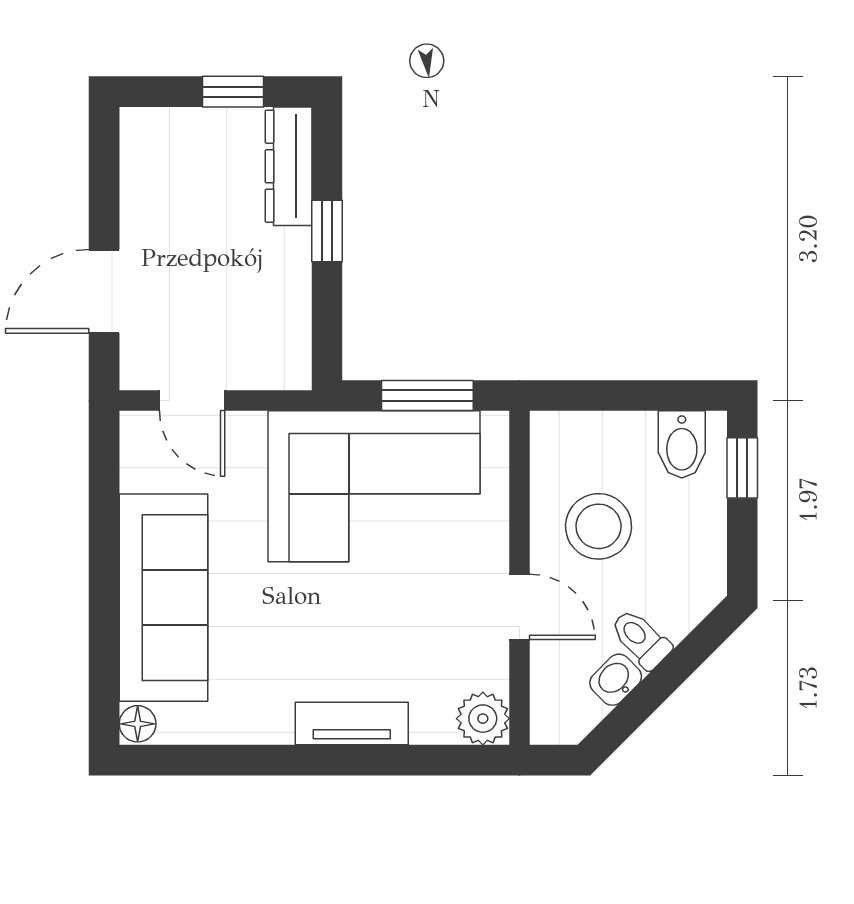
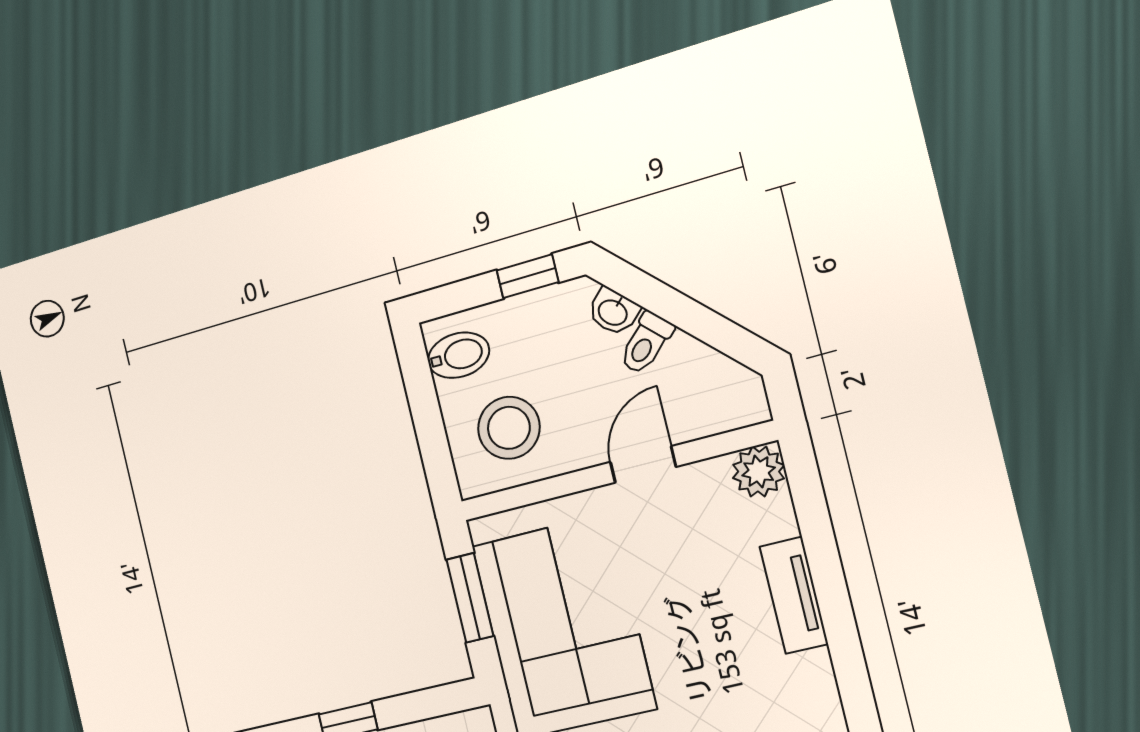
window: (742, 468) -> (528, 276), moved
stool: (599, 526) -> (509, 428), moved
washbasin: (616, 680) -> (613, 312), moved

